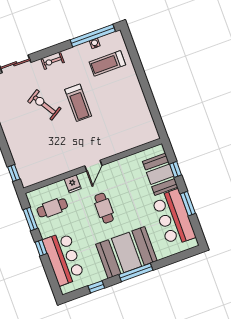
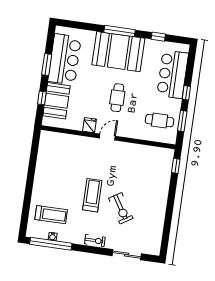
fridge: (73, 184) -> (90, 125), moved

